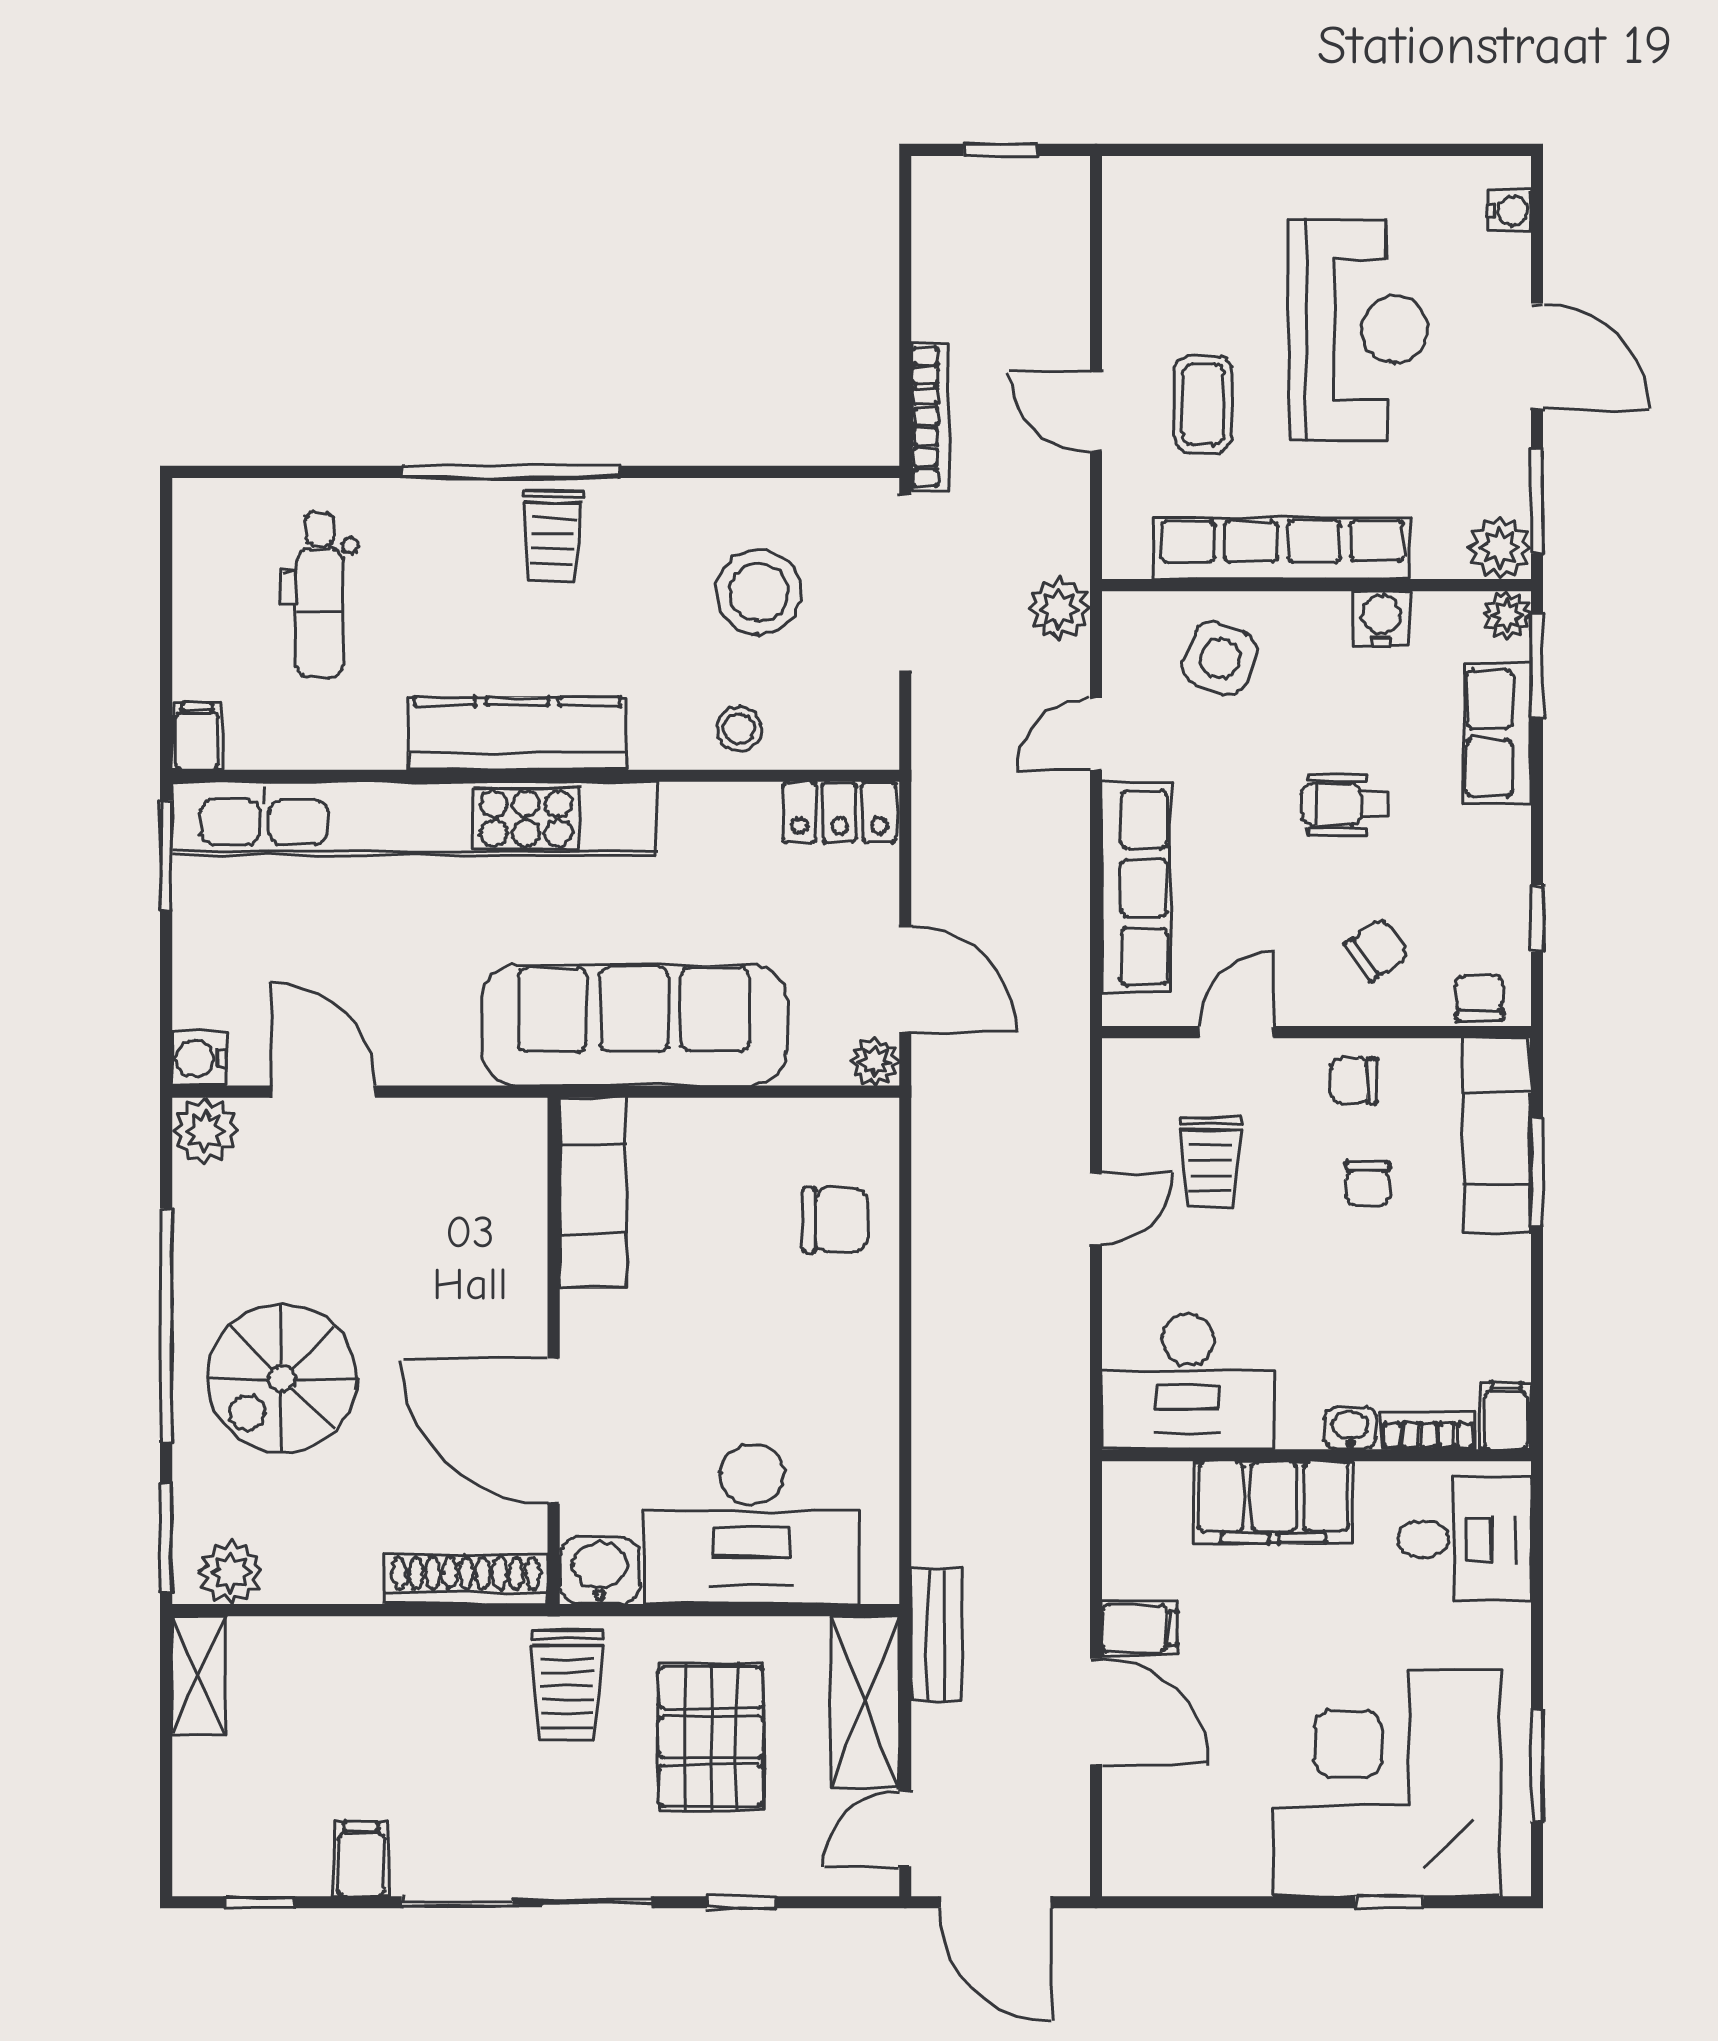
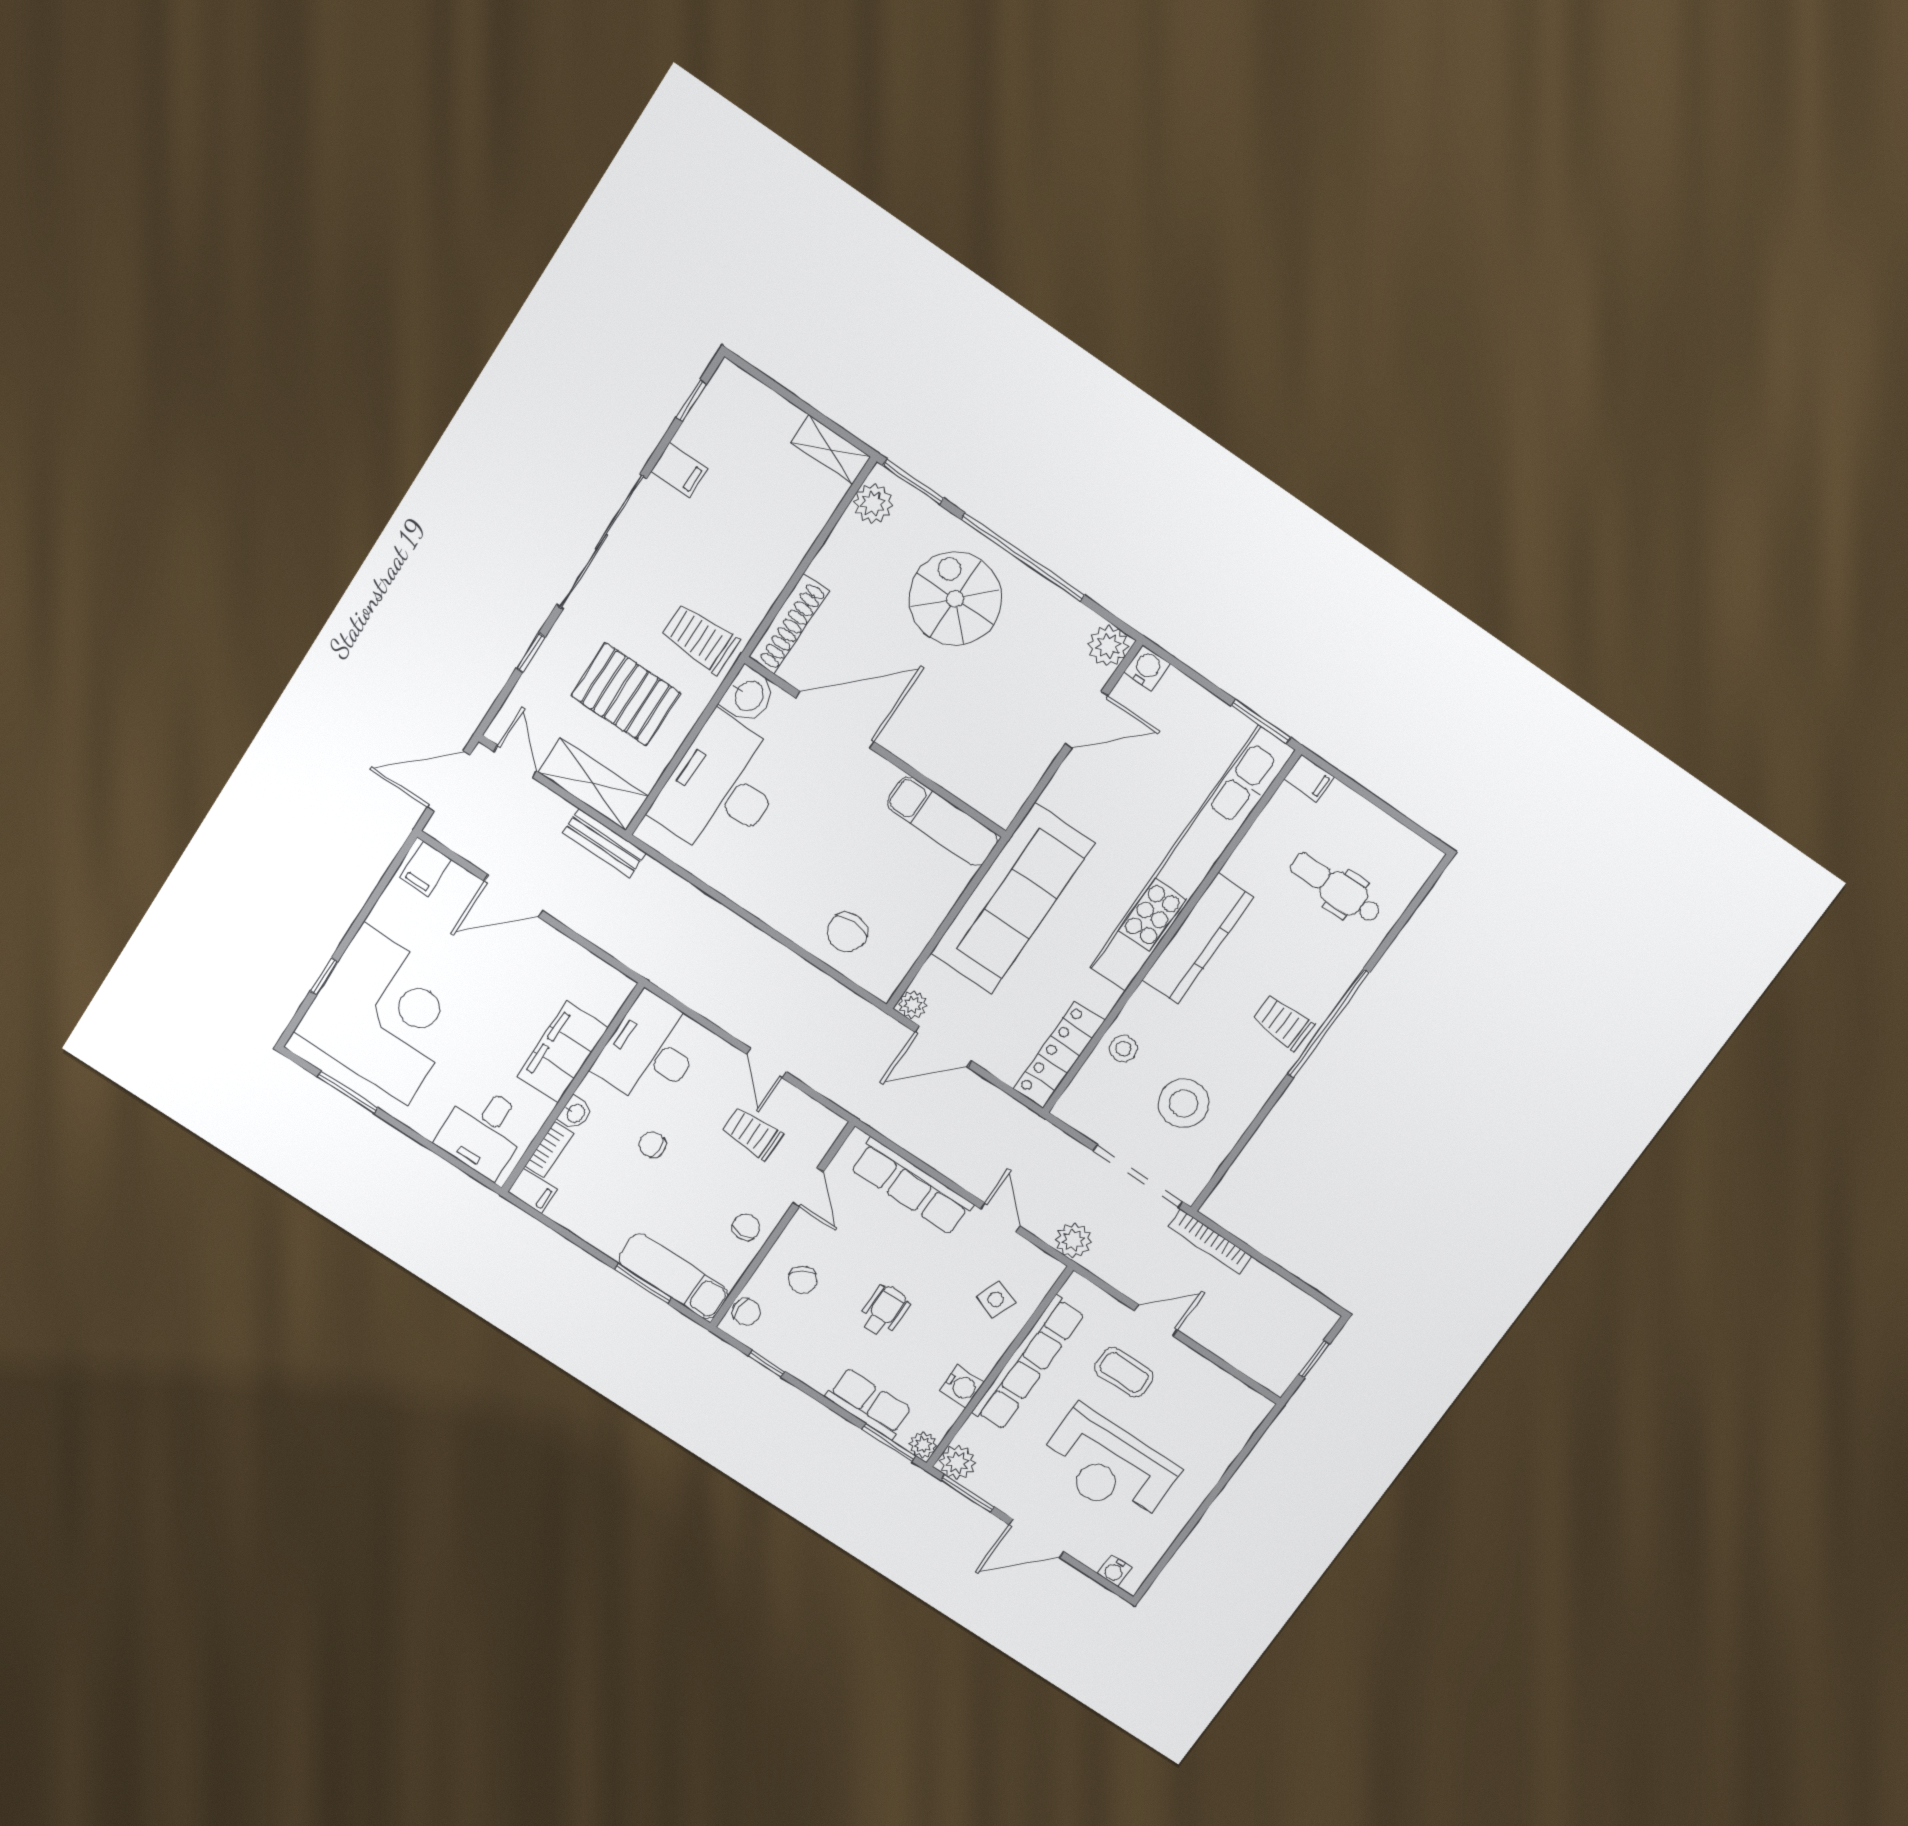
side table: (1220, 658) -> (996, 1300), width x0.73, depth x0.73
locker: (839, 812) -> (1059, 1055), width x1.53
chair: (1368, 1184) -> (652, 1145), moved
filing cabinet: (1139, 1628) -> (426, 869), moved

